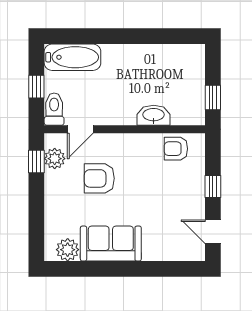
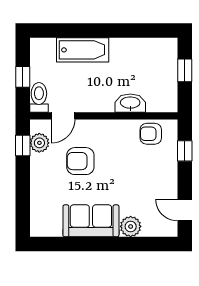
bathtub: (72, 57) -> (83, 50), moved
window: (213, 98) -> (185, 70), moved
window: (213, 186) -> (185, 151), moved
plant: (68, 250) -> (131, 226), moved

